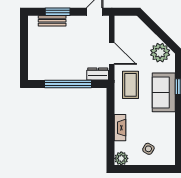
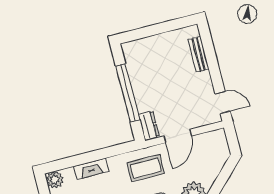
window: (58, 12) -> (211, 58), removed

